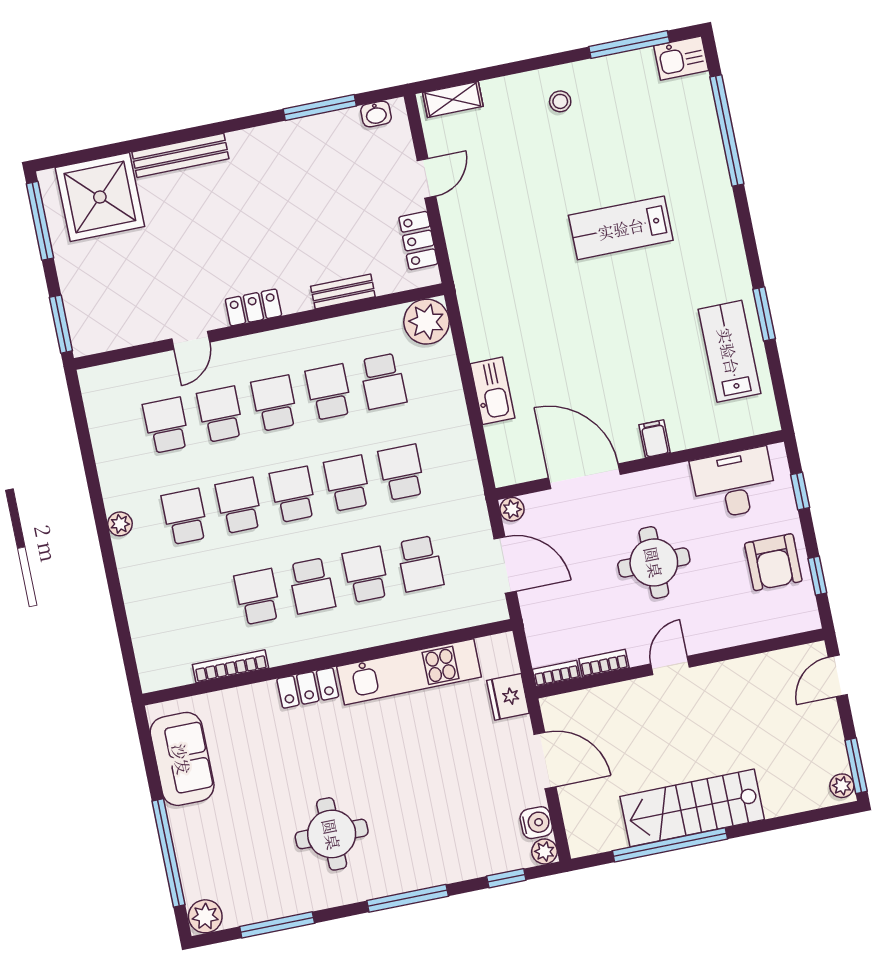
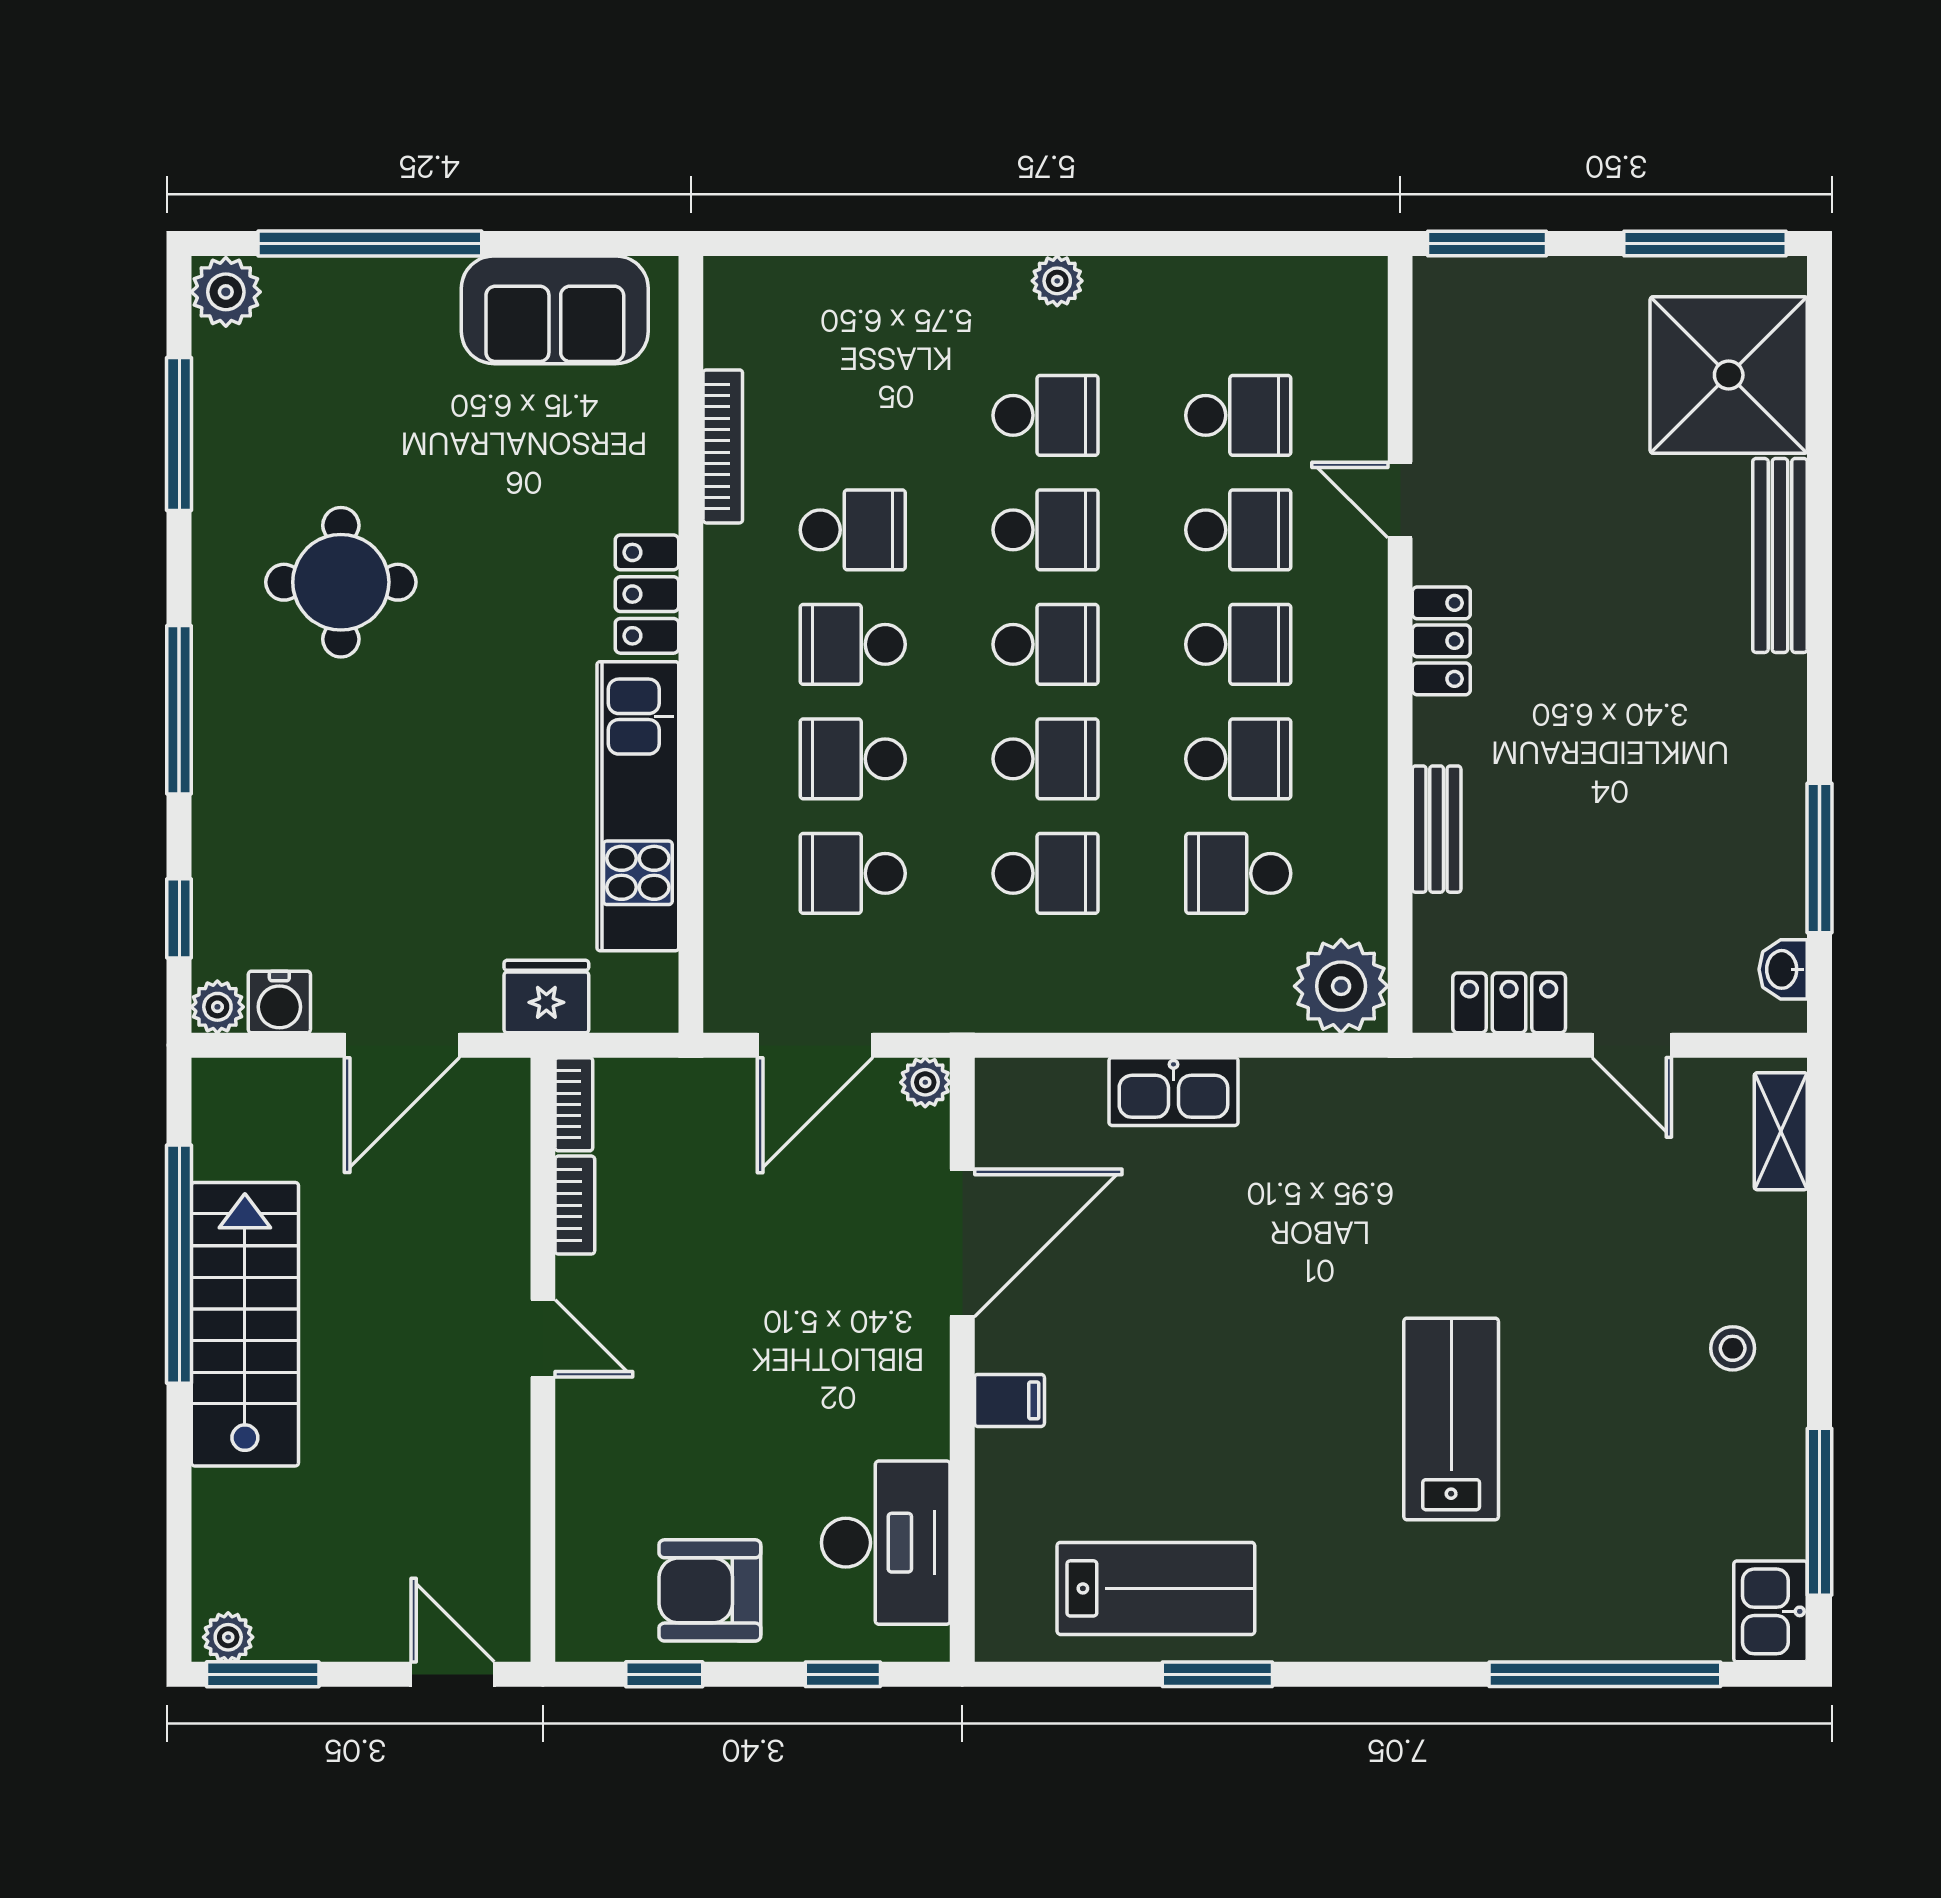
round table: (654, 562) -> (759, 1348), removed
school desk: (366, 575) -> (853, 759), turned 180

